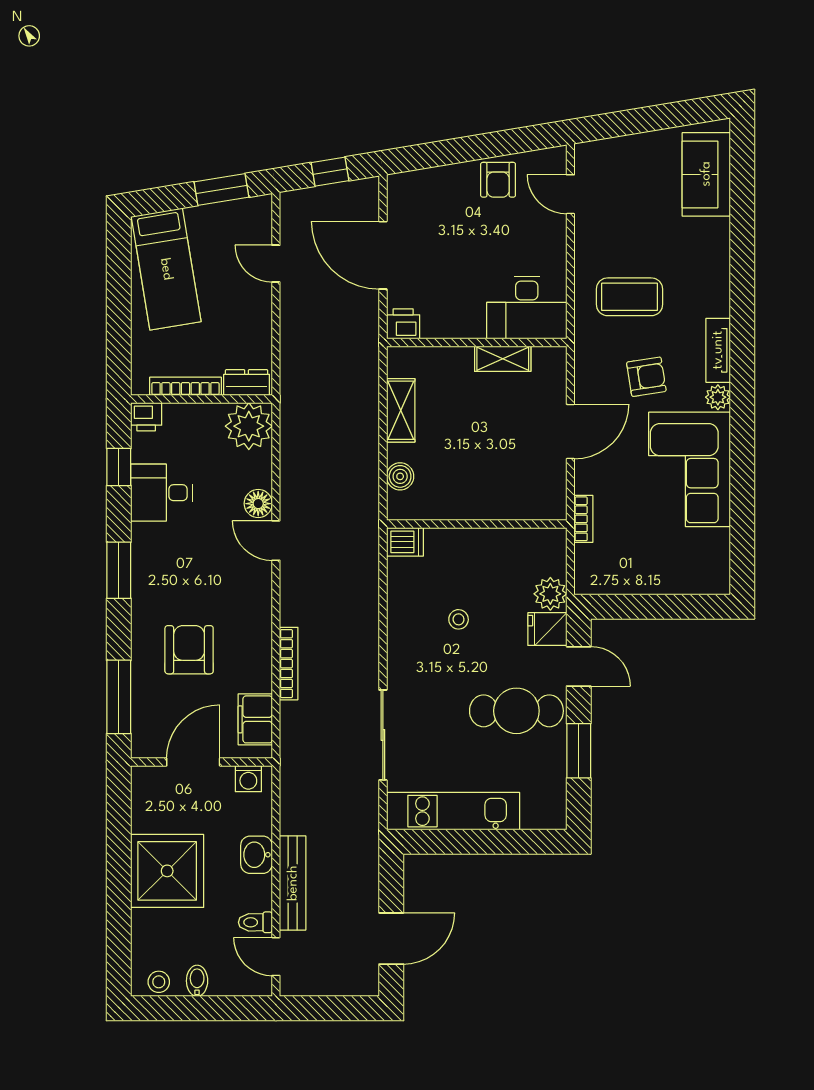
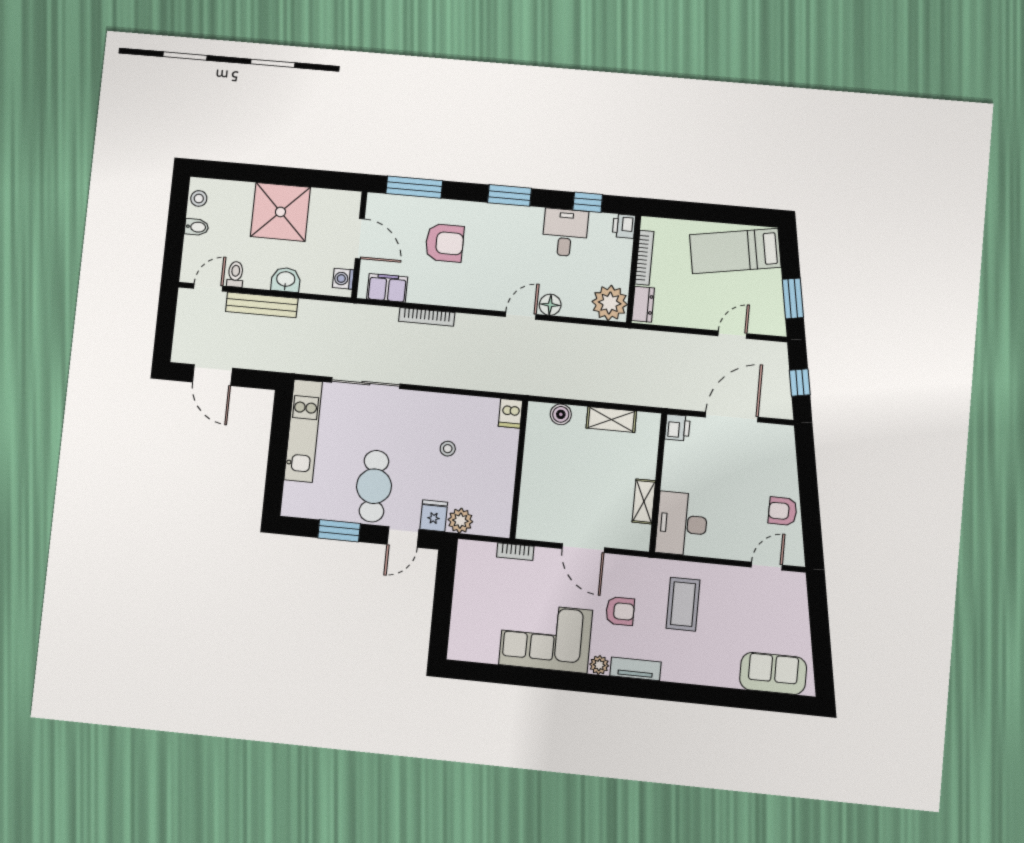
armchair: (646, 377) -> (620, 611), turned -81

